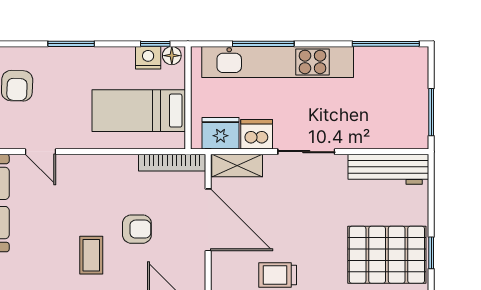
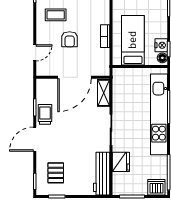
fridge: (221, 133) -> (121, 162), moved
dishwasher: (257, 134) -> (156, 187), moved, turned -90
bookcase: (172, 163) -> (105, 36), moved, width x0.64
pallet: (387, 255) -> (56, 173), width x0.49, depth x0.50

